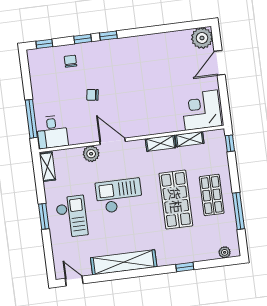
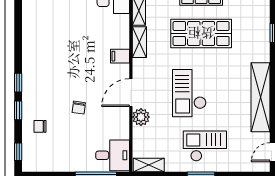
filing cabinet: (145, 127) -> (120, 56), added

